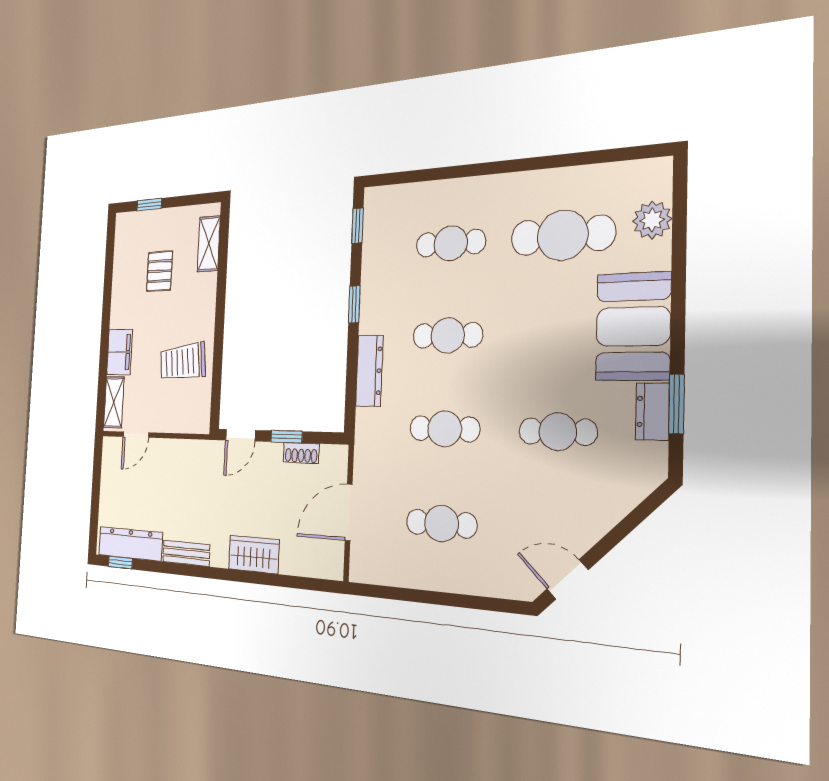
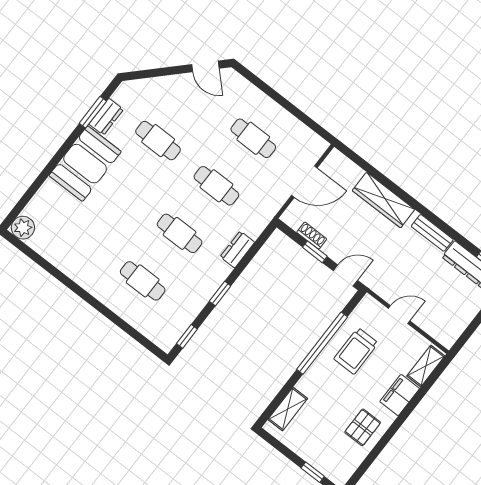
plant: (652, 220) -> (23, 228), moved
cafe table: (563, 235) -> (84, 236), removed
pallet: (160, 271) -> (363, 427), moved
window: (219, 341) -> (322, 343), added
trolley: (183, 362) -> (356, 351), turned 96
dresser: (369, 371) -> (237, 250), width x0.70
door: (136, 435) -> (399, 315), moved
wardrobe: (254, 554) -> (384, 200), width x1.50

